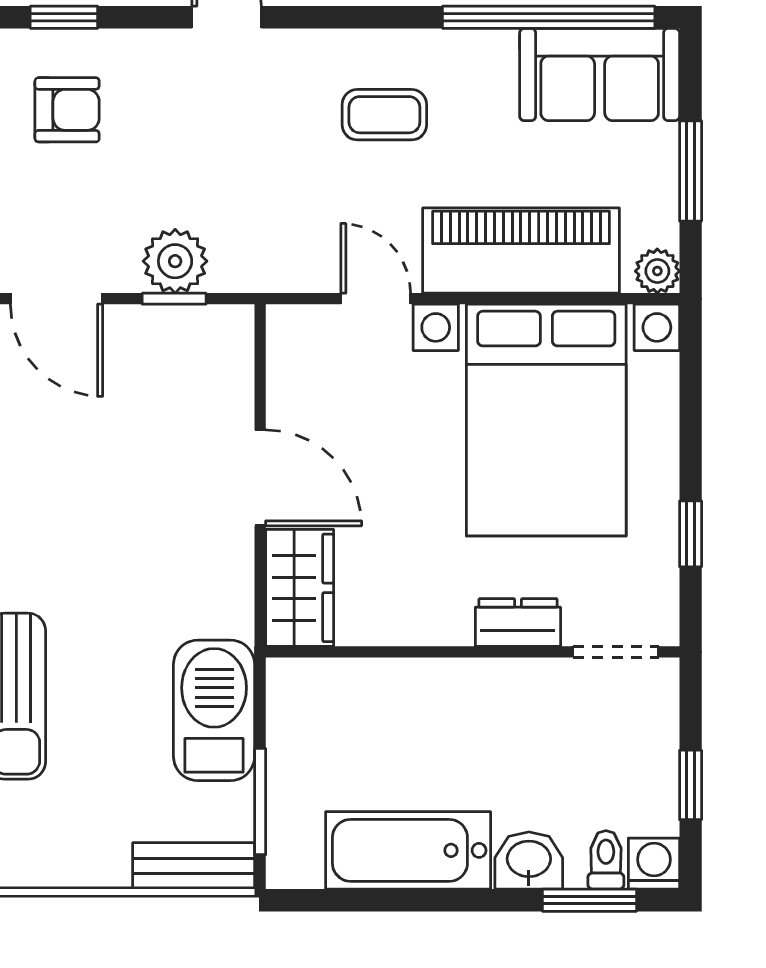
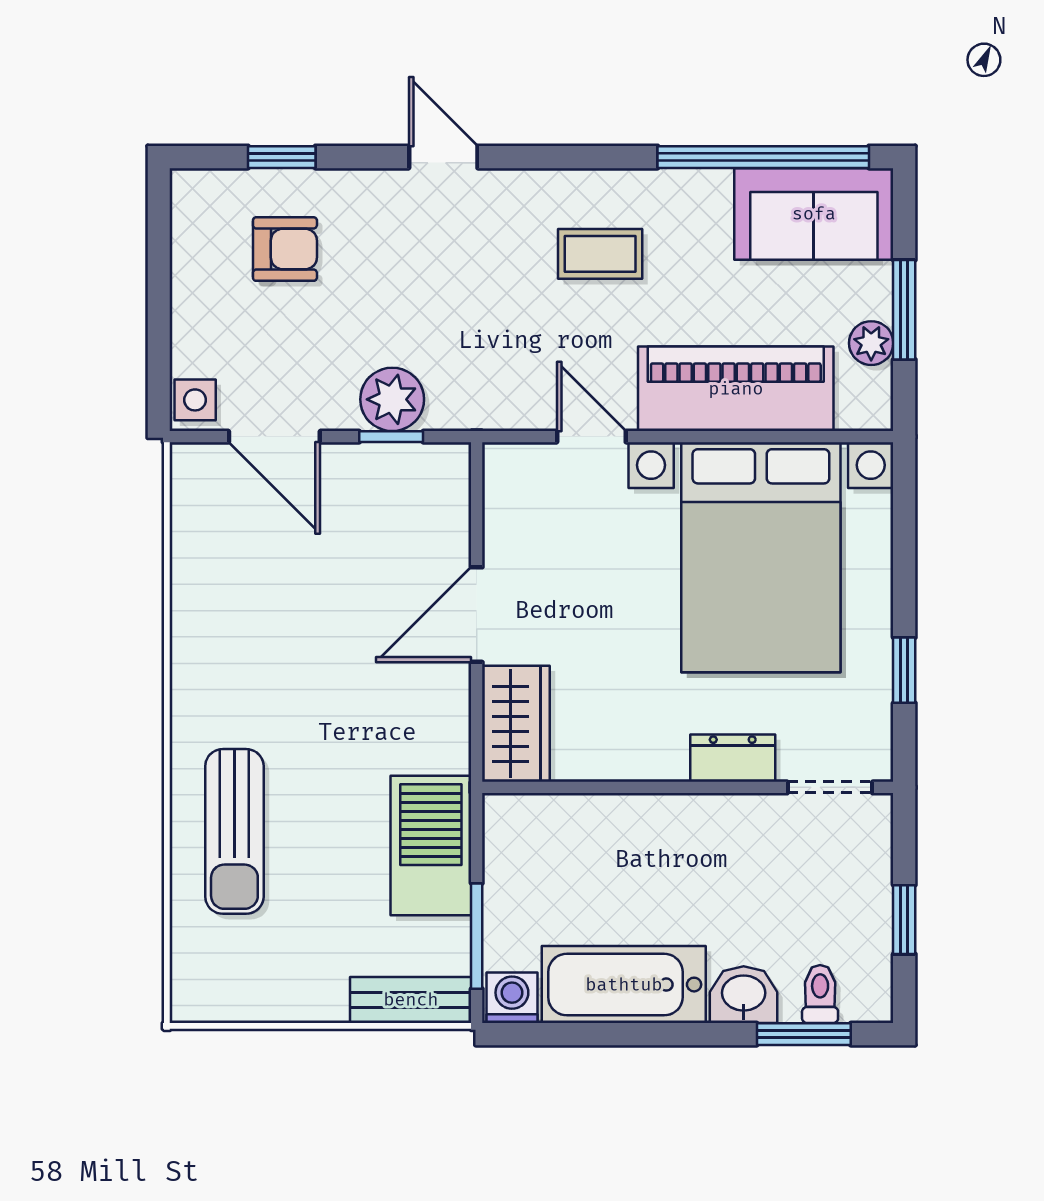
plant: (657, 271) -> (871, 343), moved
door: (260, 478) -> (477, 615), swing flipped
washing machine: (654, 864) -> (512, 998), moved

